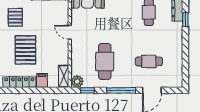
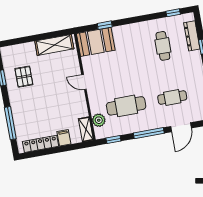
pallet: (25, 50) -> (41, 109), removed
cafe table: (105, 61) -> (126, 106), turned 90
plant: (77, 81) -> (99, 120), moved

